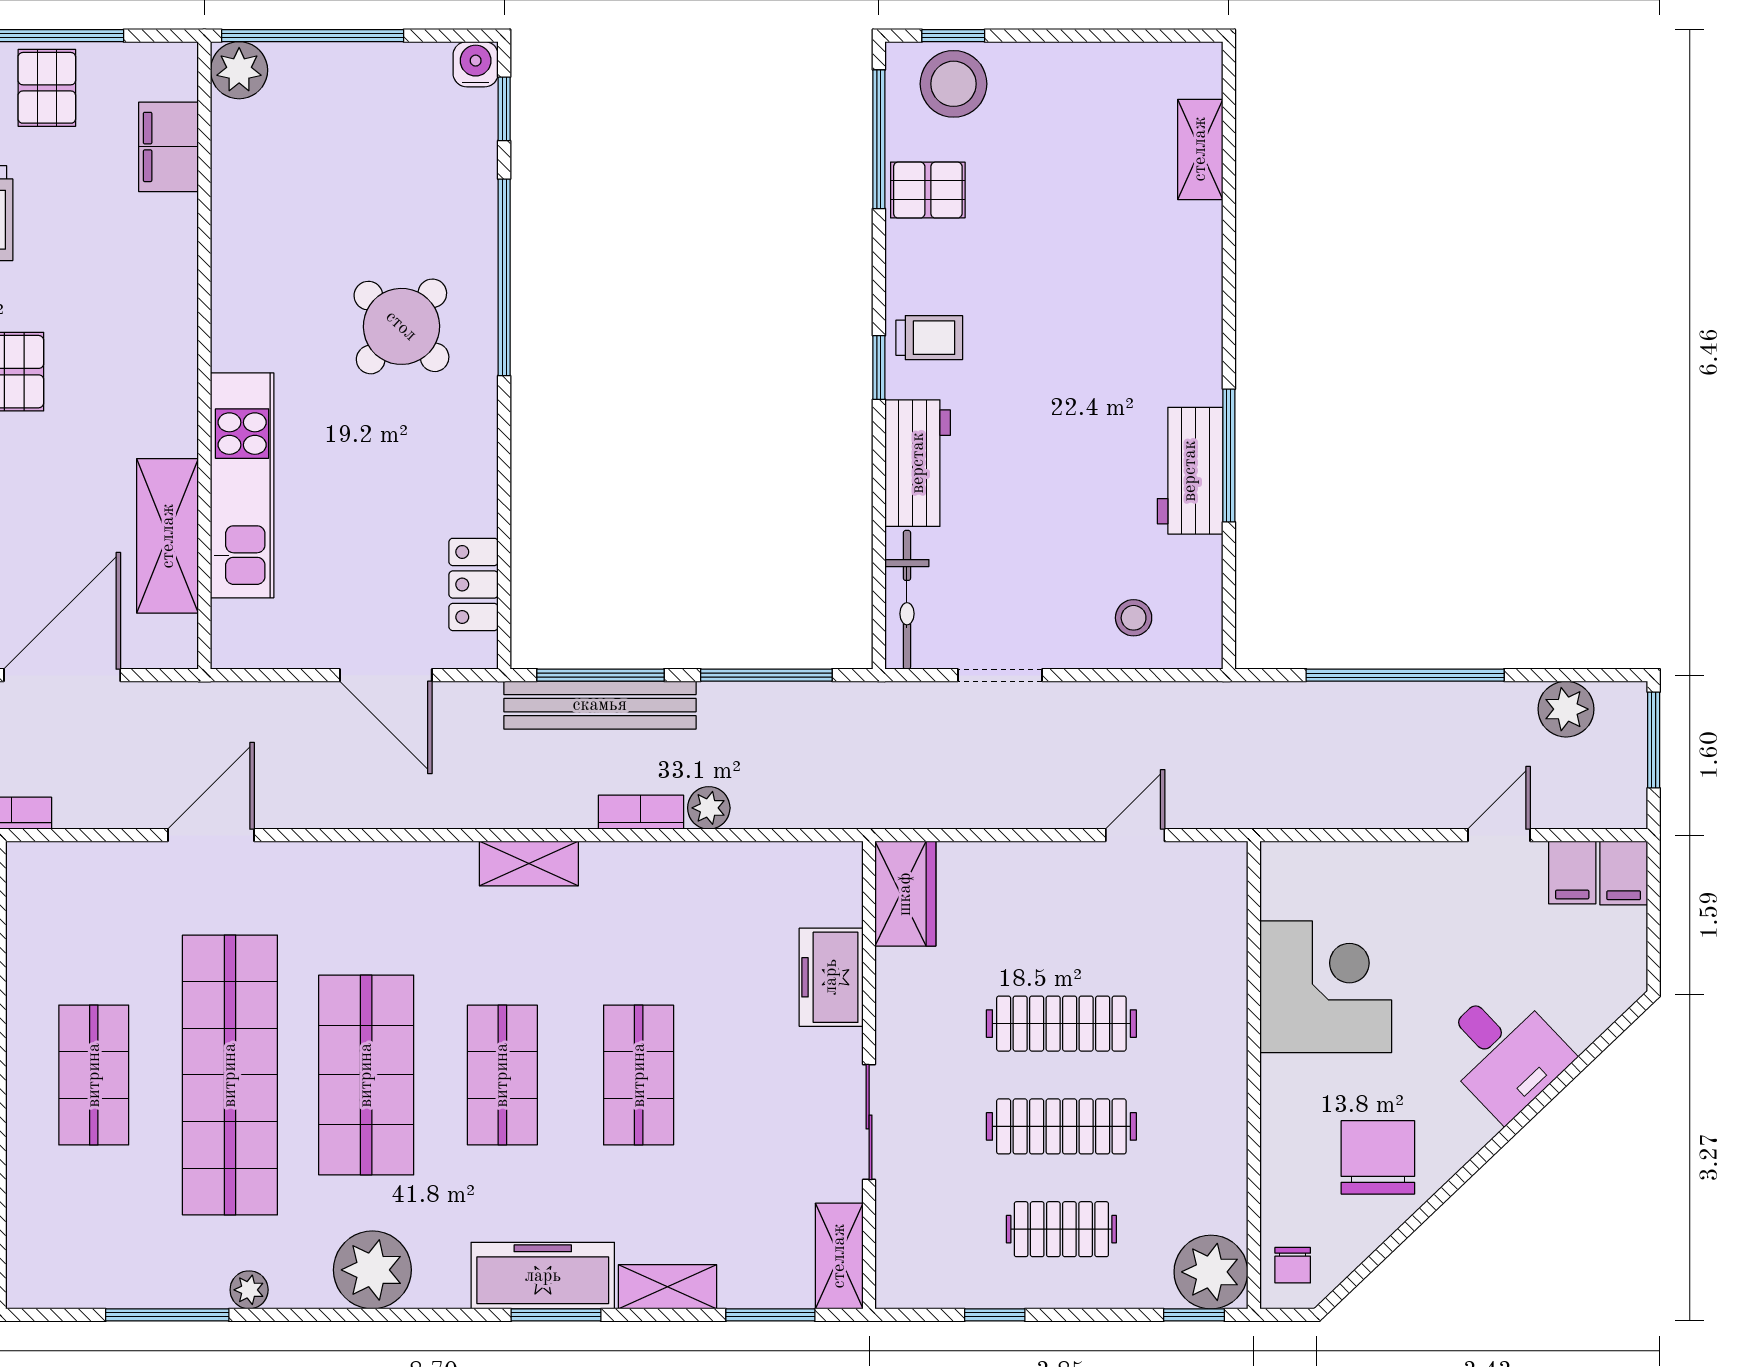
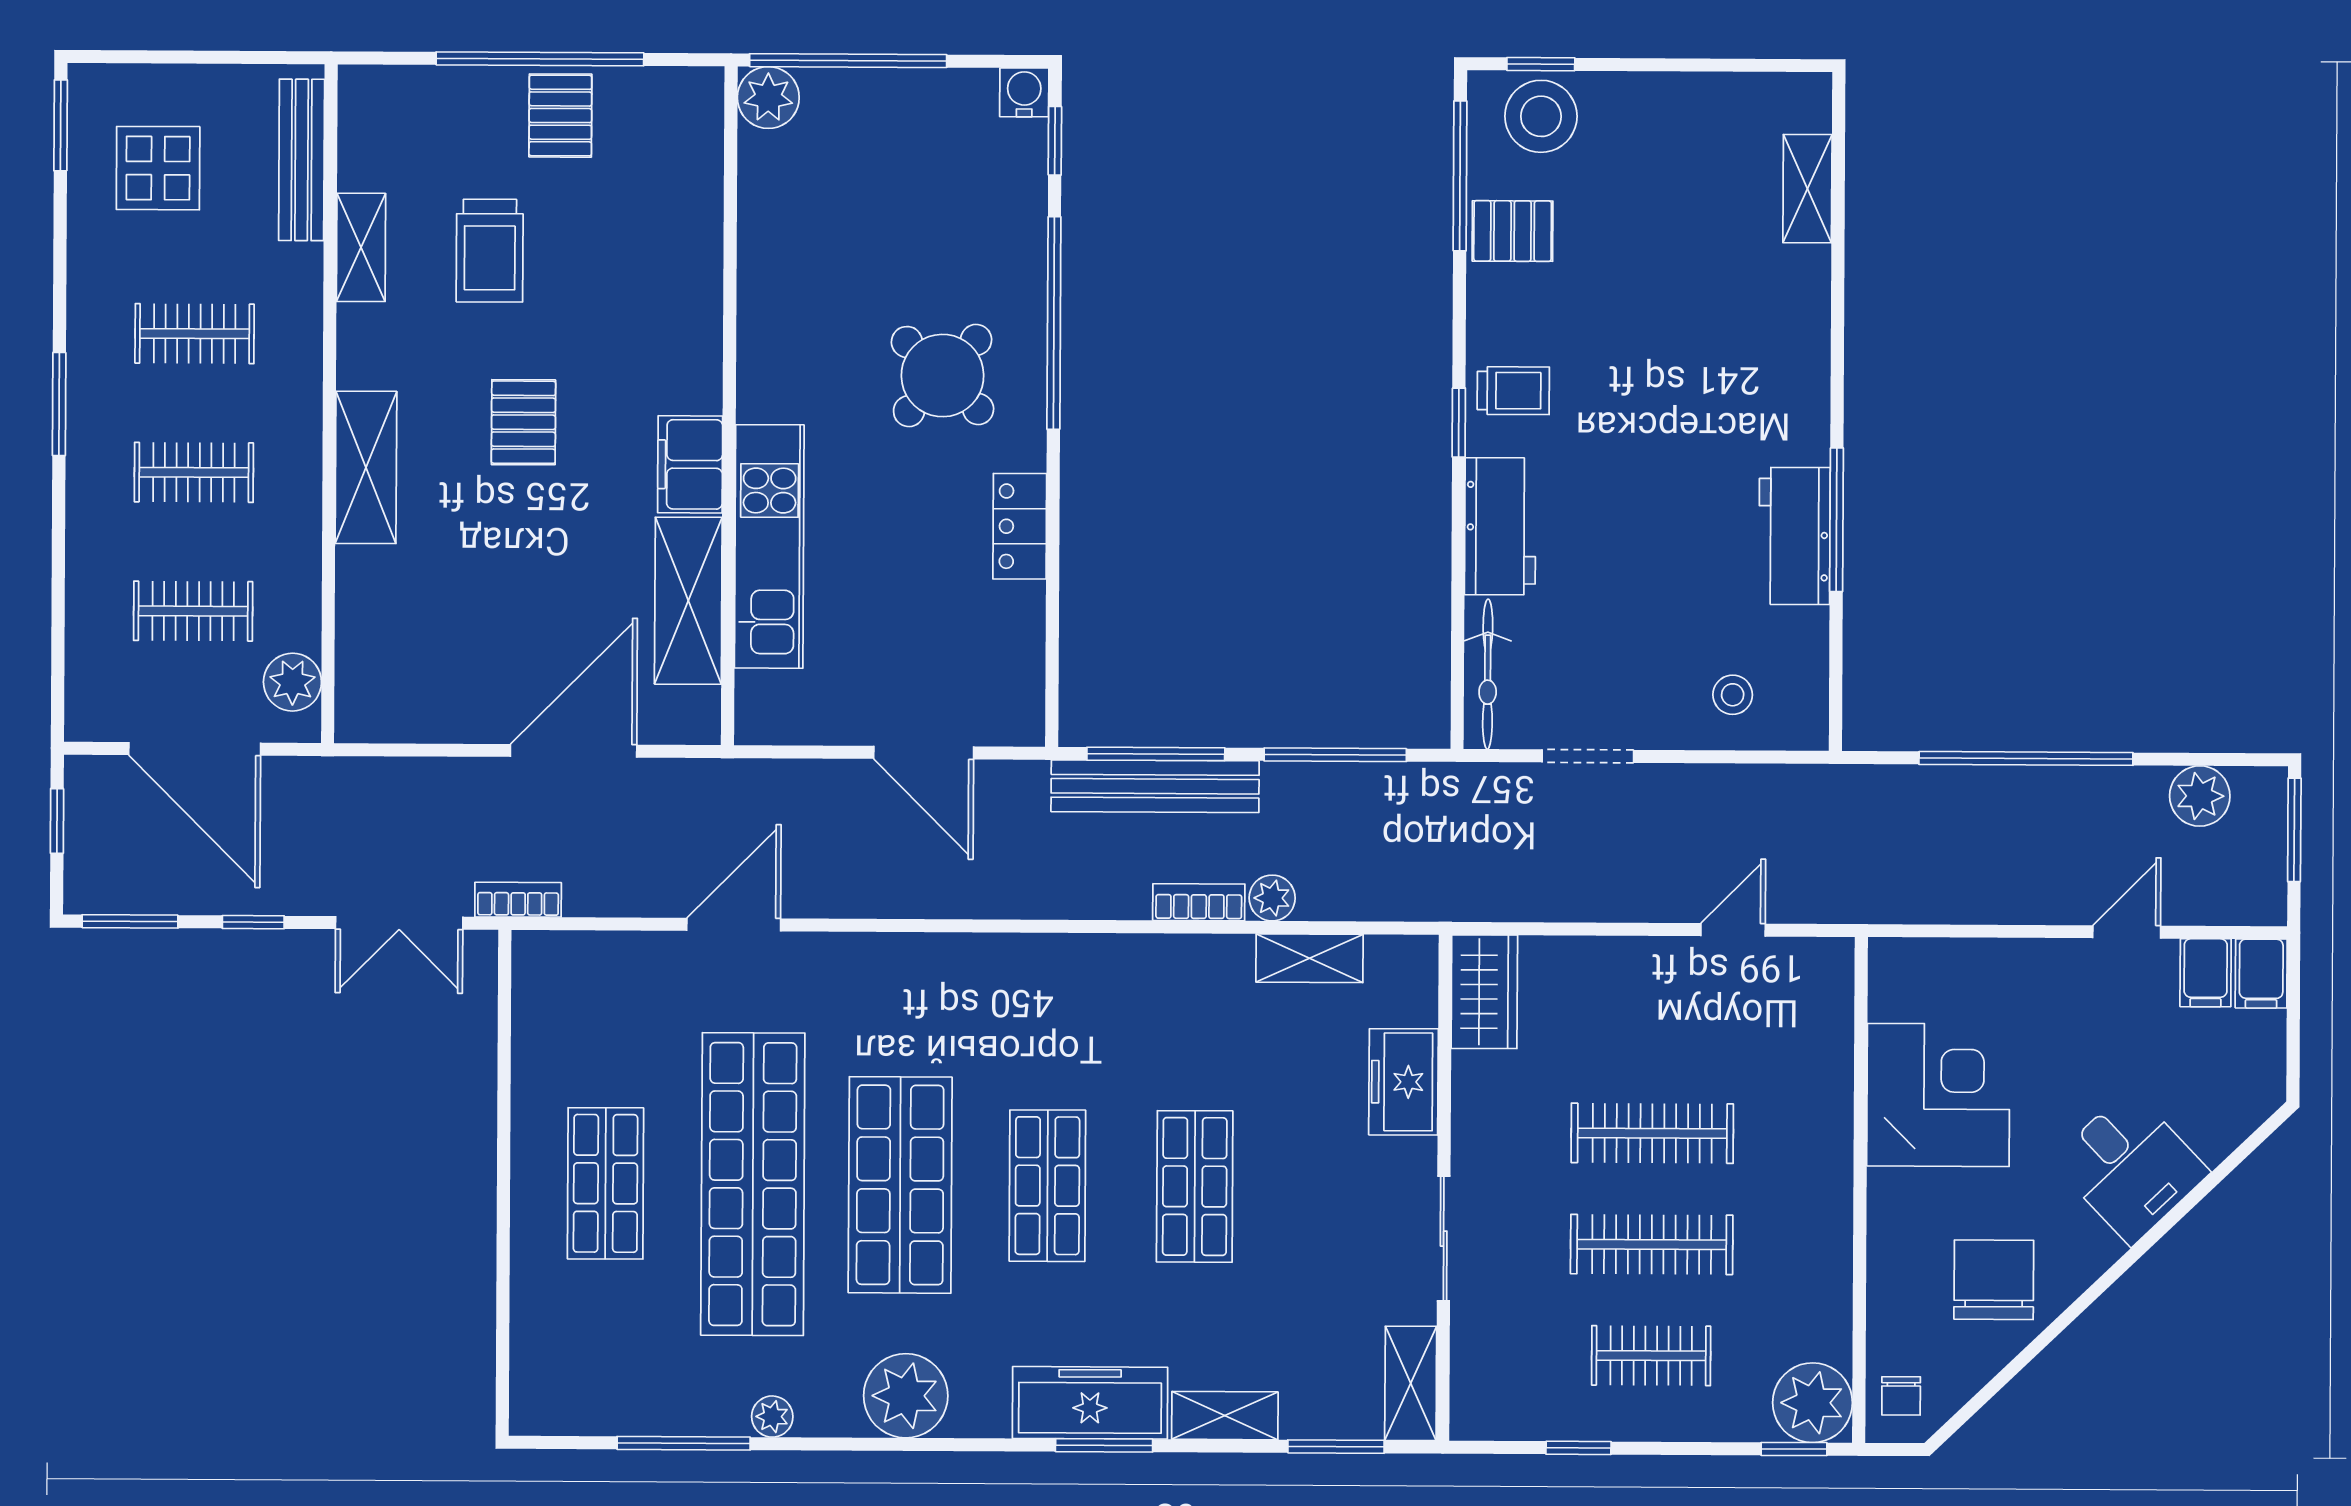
filing cabinet: (169, 147) -> (690, 464), moved
locker: (474, 584) -> (1020, 526), moved
shelving: (529, 863) -> (1310, 958), moved

